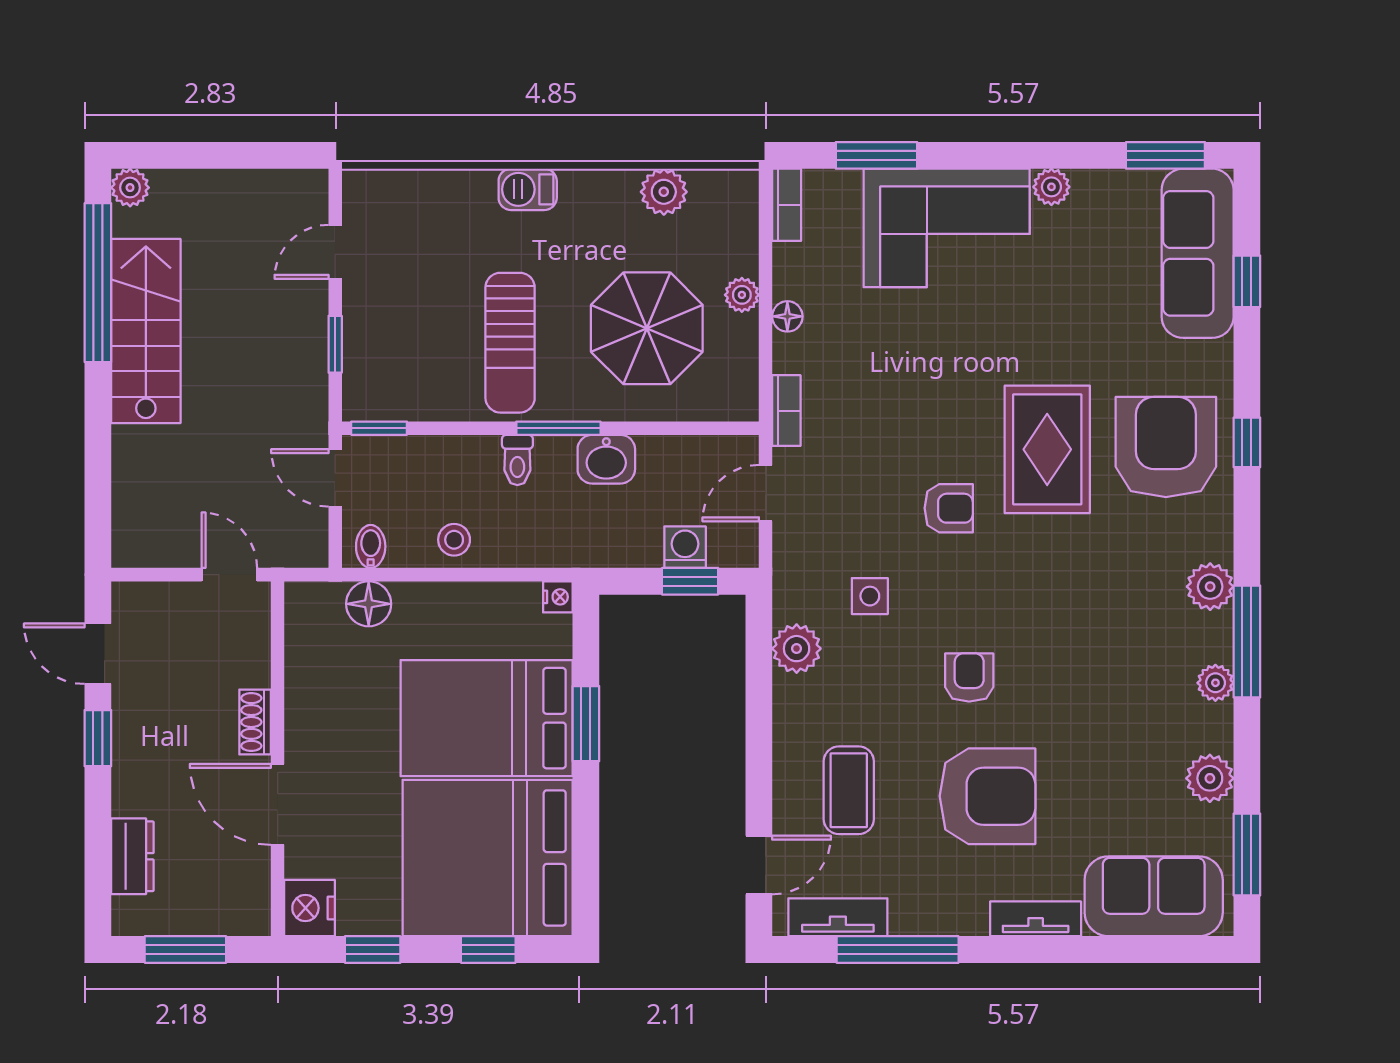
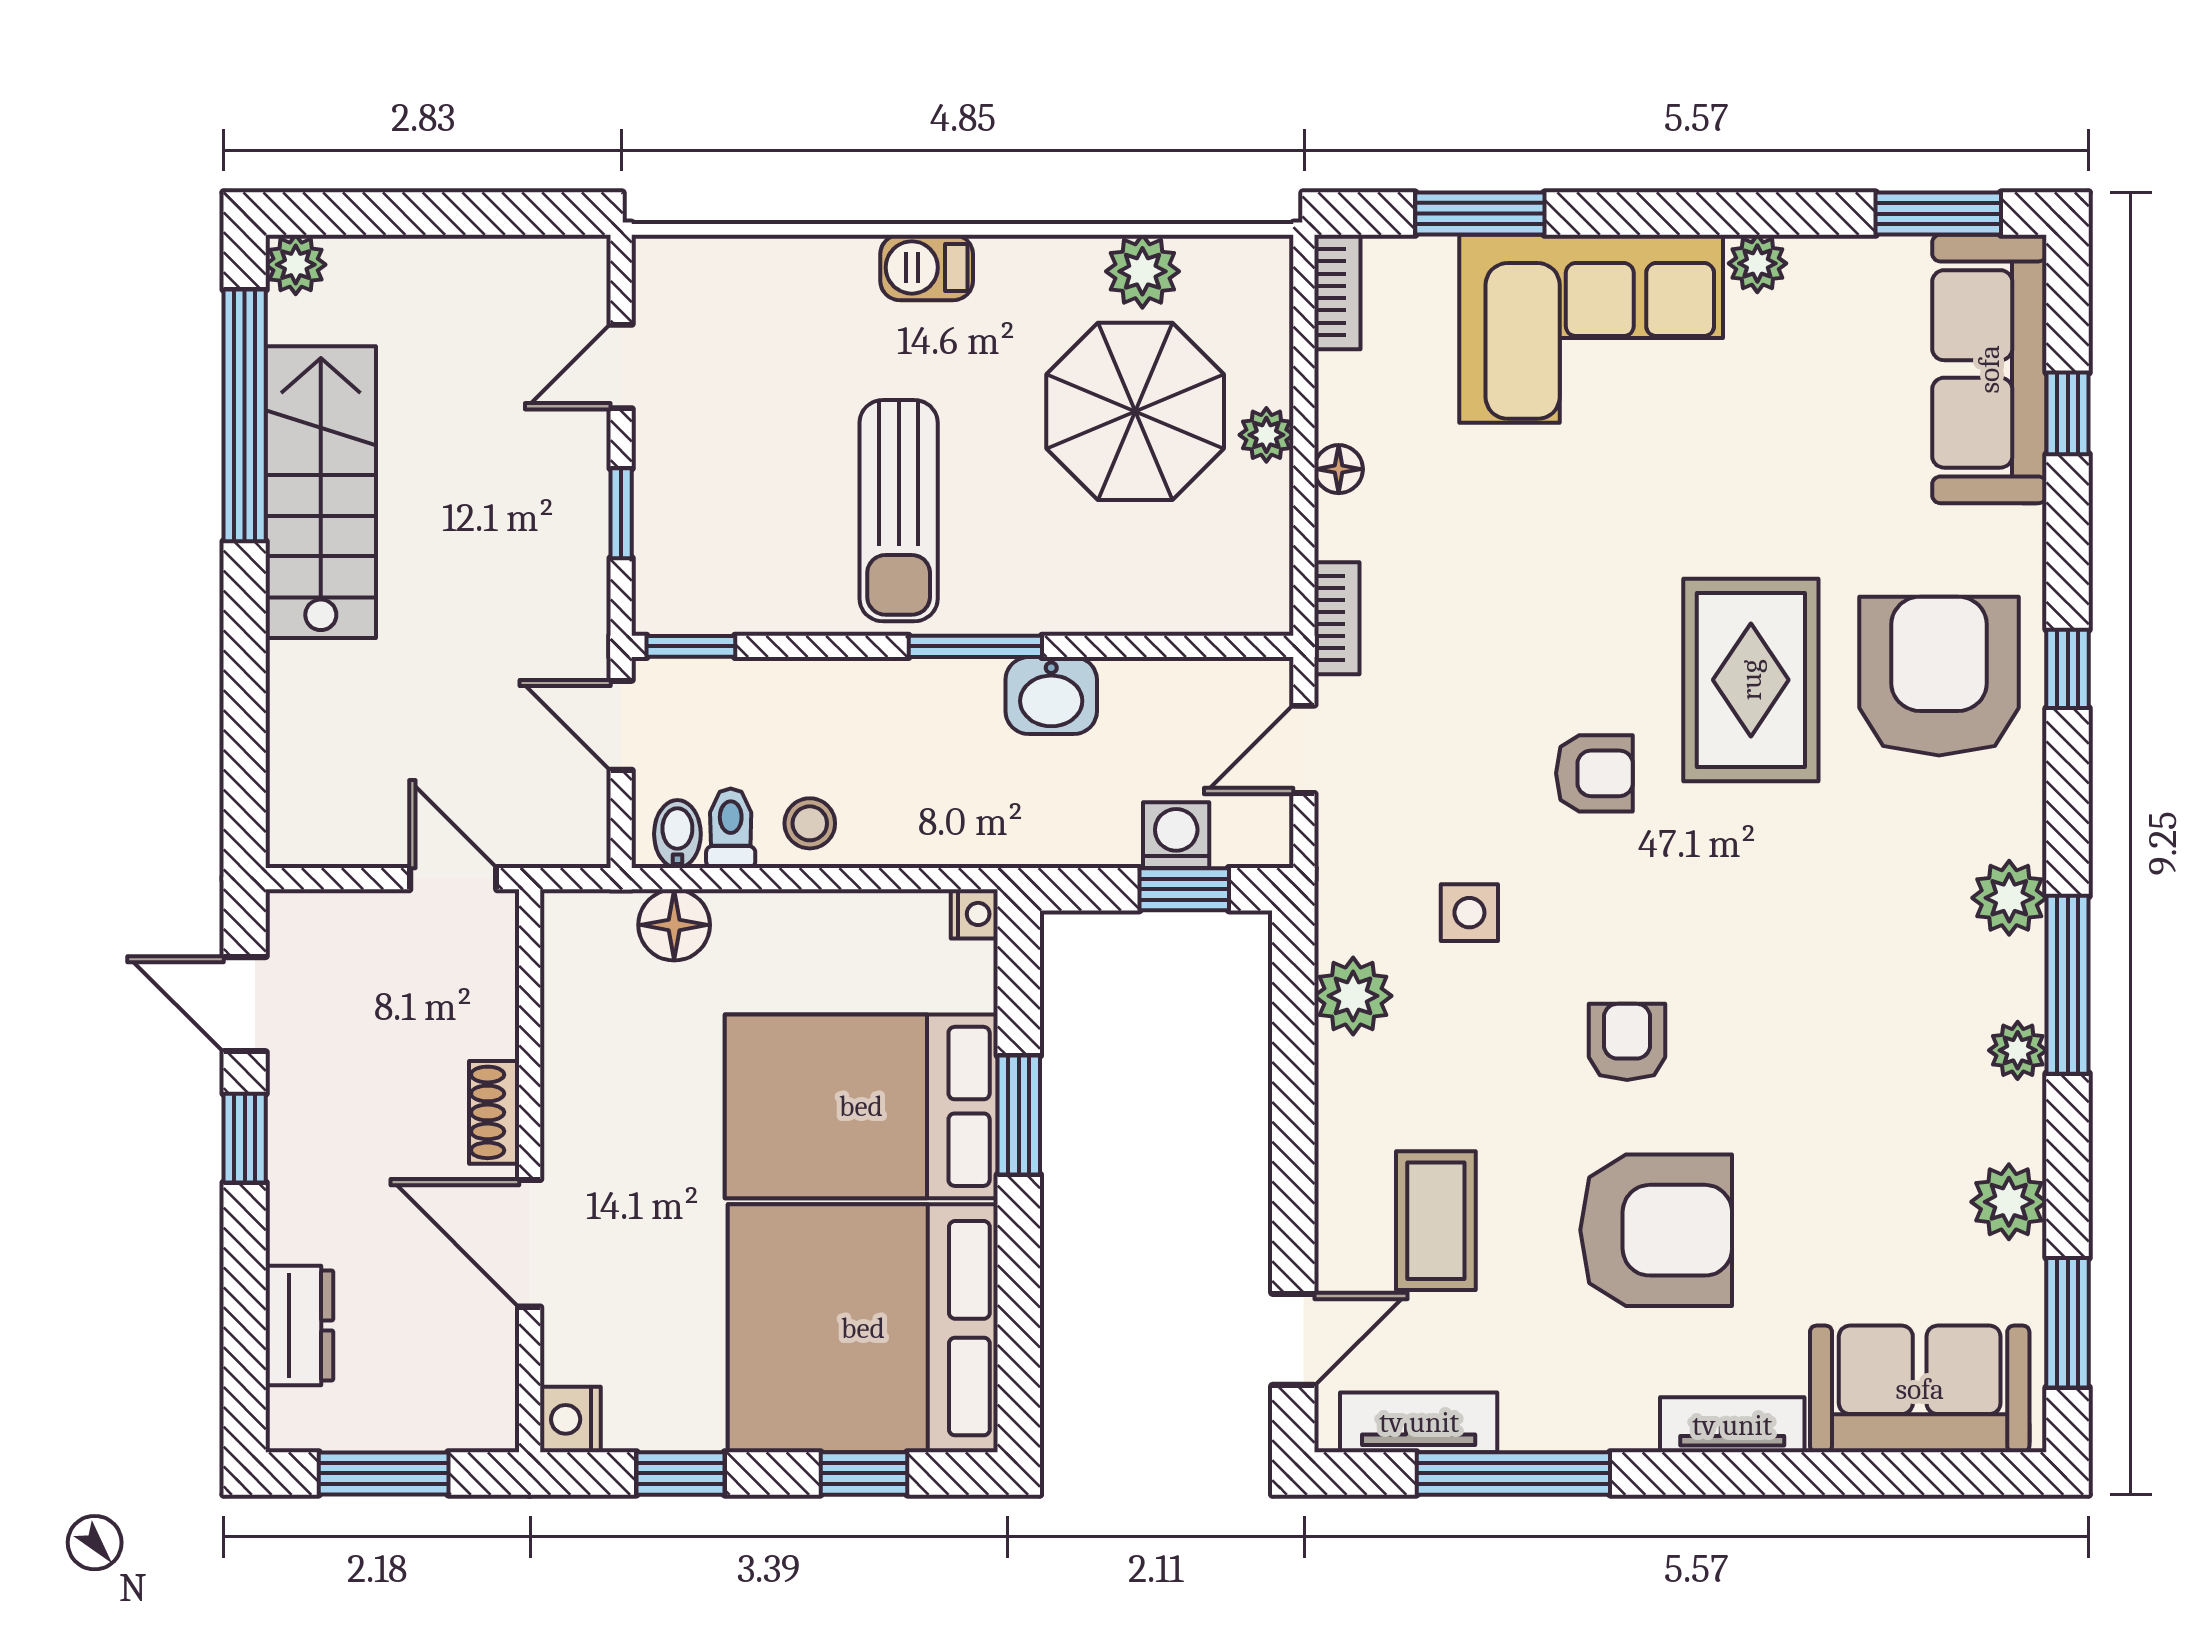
parasol: (647, 328) -> (1135, 411), moved
toilet: (517, 460) -> (731, 828), moved, turned 180
nightstand: (309, 908) -> (570, 1419), width x0.74, depth x0.75

